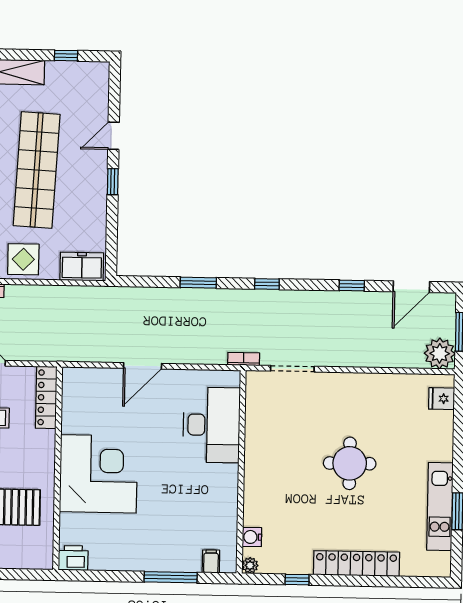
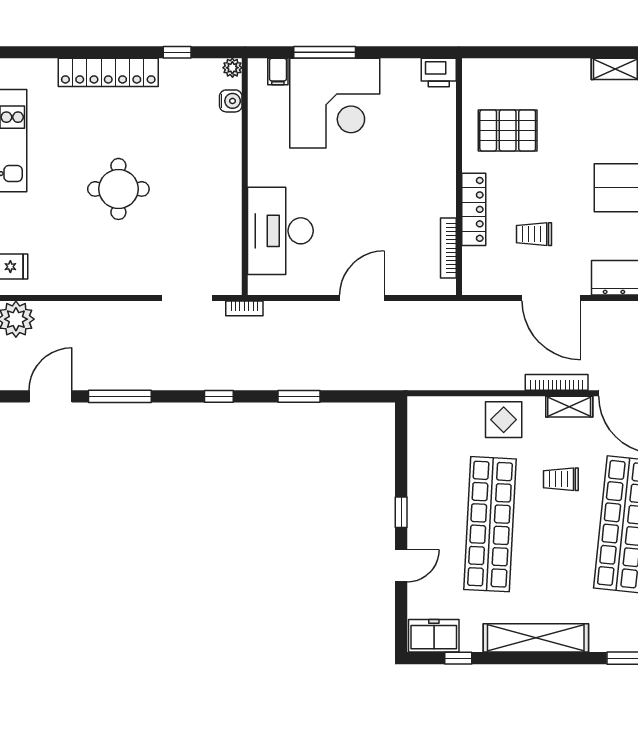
freezer: (82, 267) -> (434, 636), moved, turned 180
window: (352, 286) -> (120, 396), width x2.17
locker: (46, 397) -> (474, 209), moved
bookcase: (68, 407) -> (448, 248), added
corner desk: (98, 474) -> (335, 103), moved, turned -90

